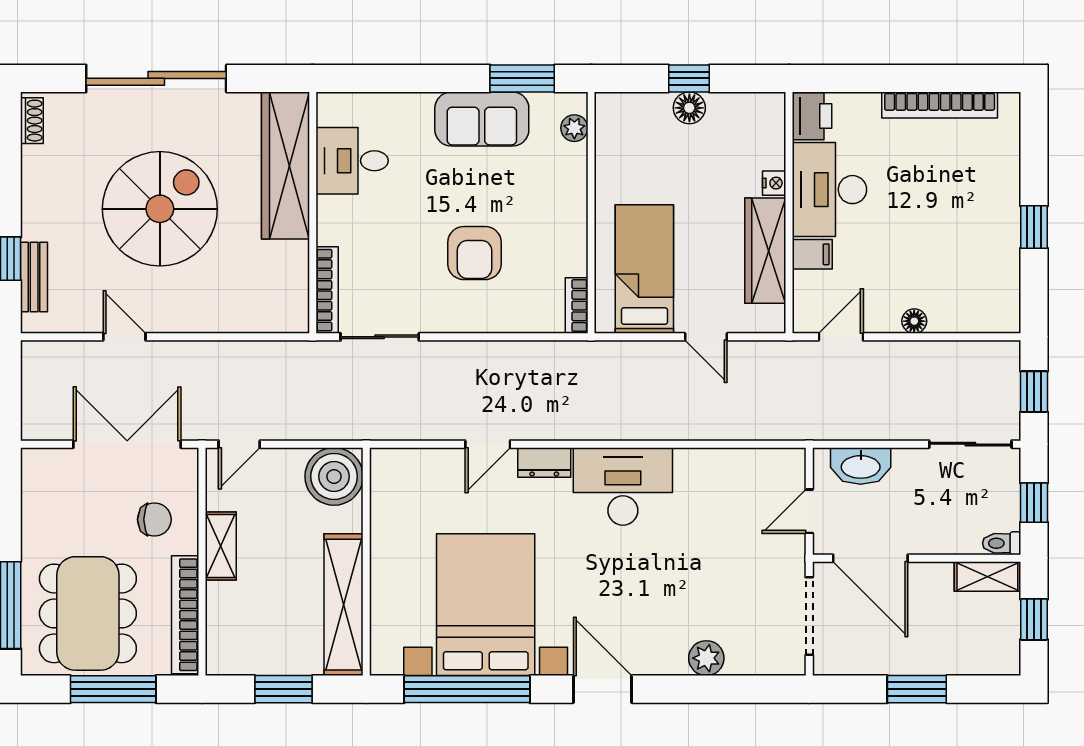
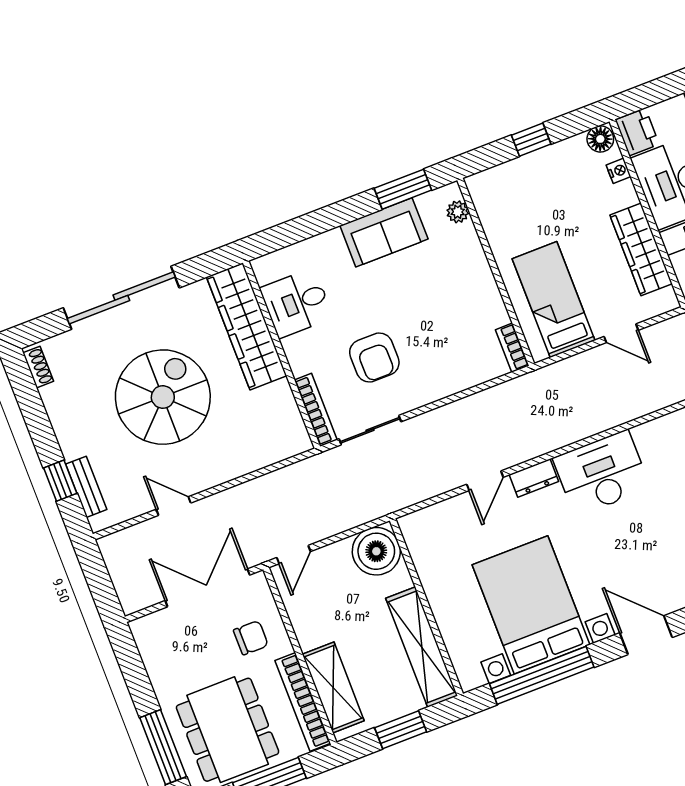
floor lamp: (689, 108) -> (600, 139), moved
nightstand: (774, 183) -> (619, 171), moved
armchair: (474, 253) -> (374, 357), moved
shelving: (221, 546) -> (333, 688), moved, width x1.50, depth x1.33

